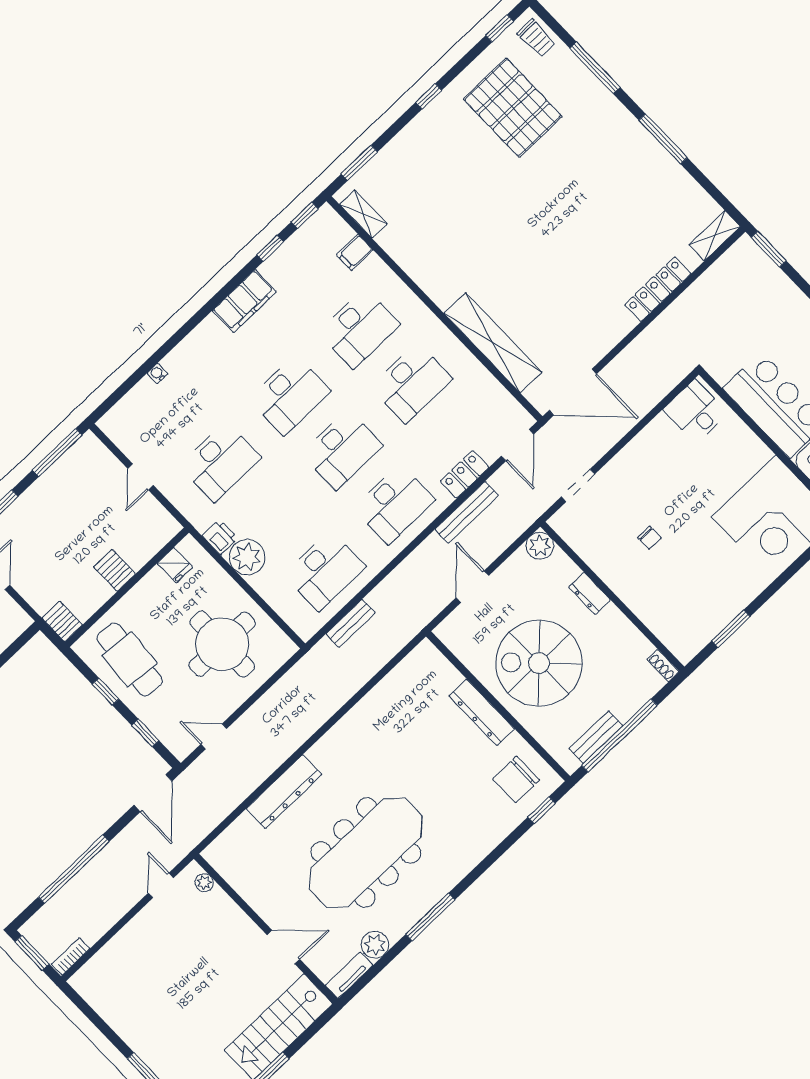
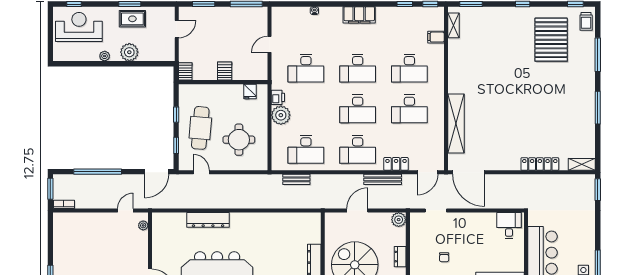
filing cabinet: (244, 301) -> (359, 15), moved
round table: (222, 644) -> (239, 140), width x0.73, depth x0.73
cafe table: (130, 659) -> (200, 128), moved

